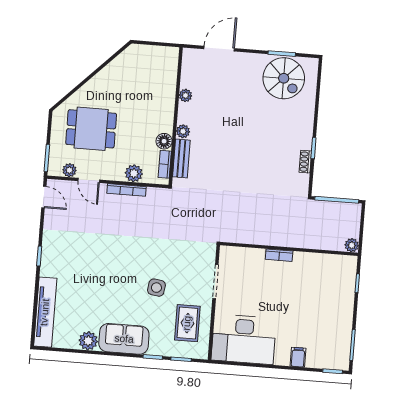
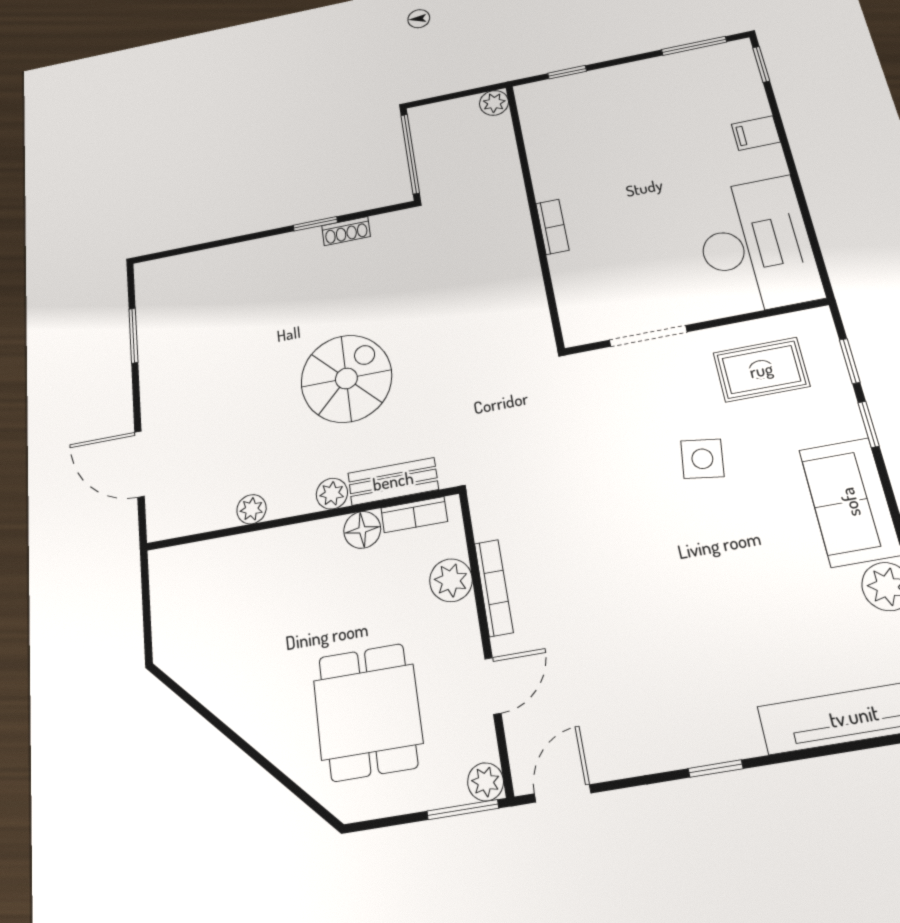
spiral stairs: (284, 78) -> (346, 378), moved
plant: (69, 170) -> (486, 782), moved

